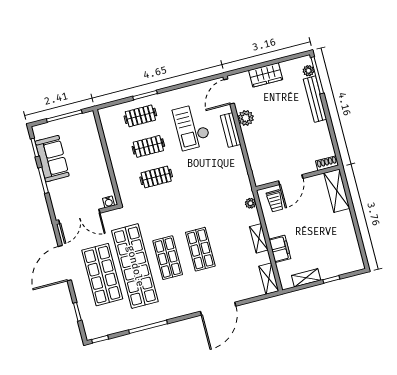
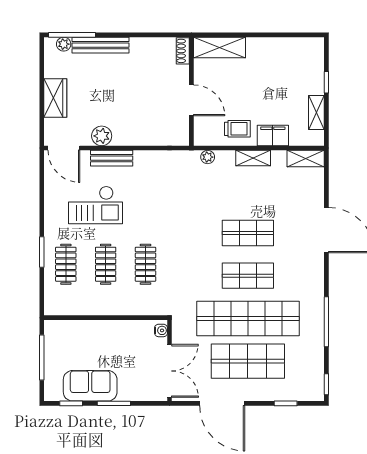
trolley: (275, 201) -> (237, 129), moved

